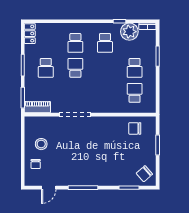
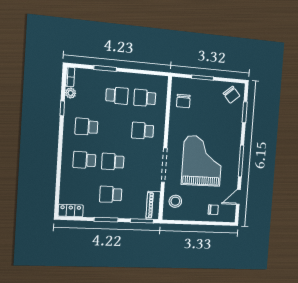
plant: (129, 32) -> (71, 93), width x0.53, depth x0.53
school desk: (75, 43) -> (84, 160), turned 180
school desk: (105, 43) -> (86, 127), turned 180
school desk: (46, 68) -> (111, 194), turned 180
school desk: (105, 93) -> (143, 131), added
stool: (41, 144) -> (175, 201), moved
grand piano: (81, 150) -> (202, 161), added
door: (49, 188) -> (238, 197), swing flipped

